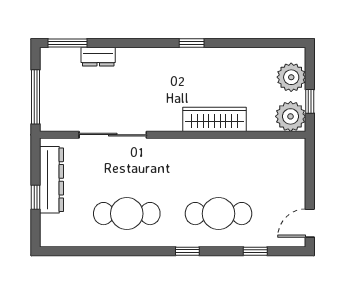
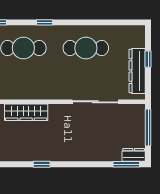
dresser: (98, 57) -> (134, 155), moved

